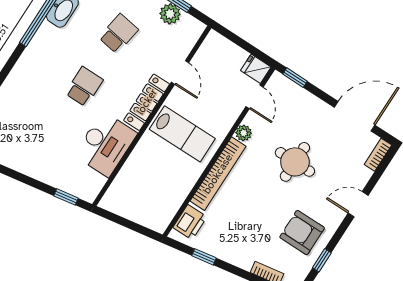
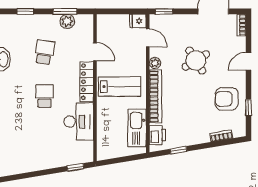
round table: (295, 162) -> (196, 61), turned -32
kitchen sink: (171, 198) -> (137, 128), added

